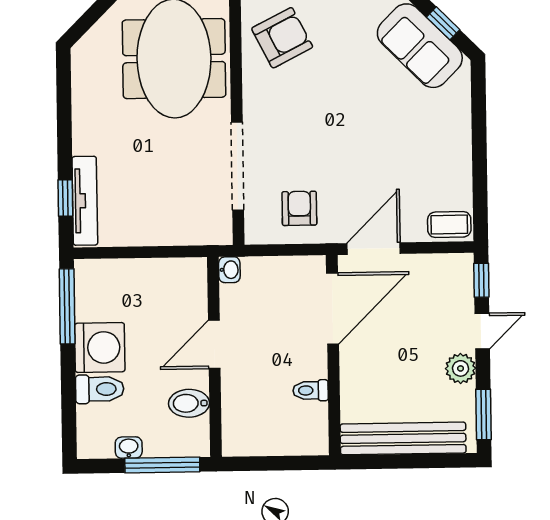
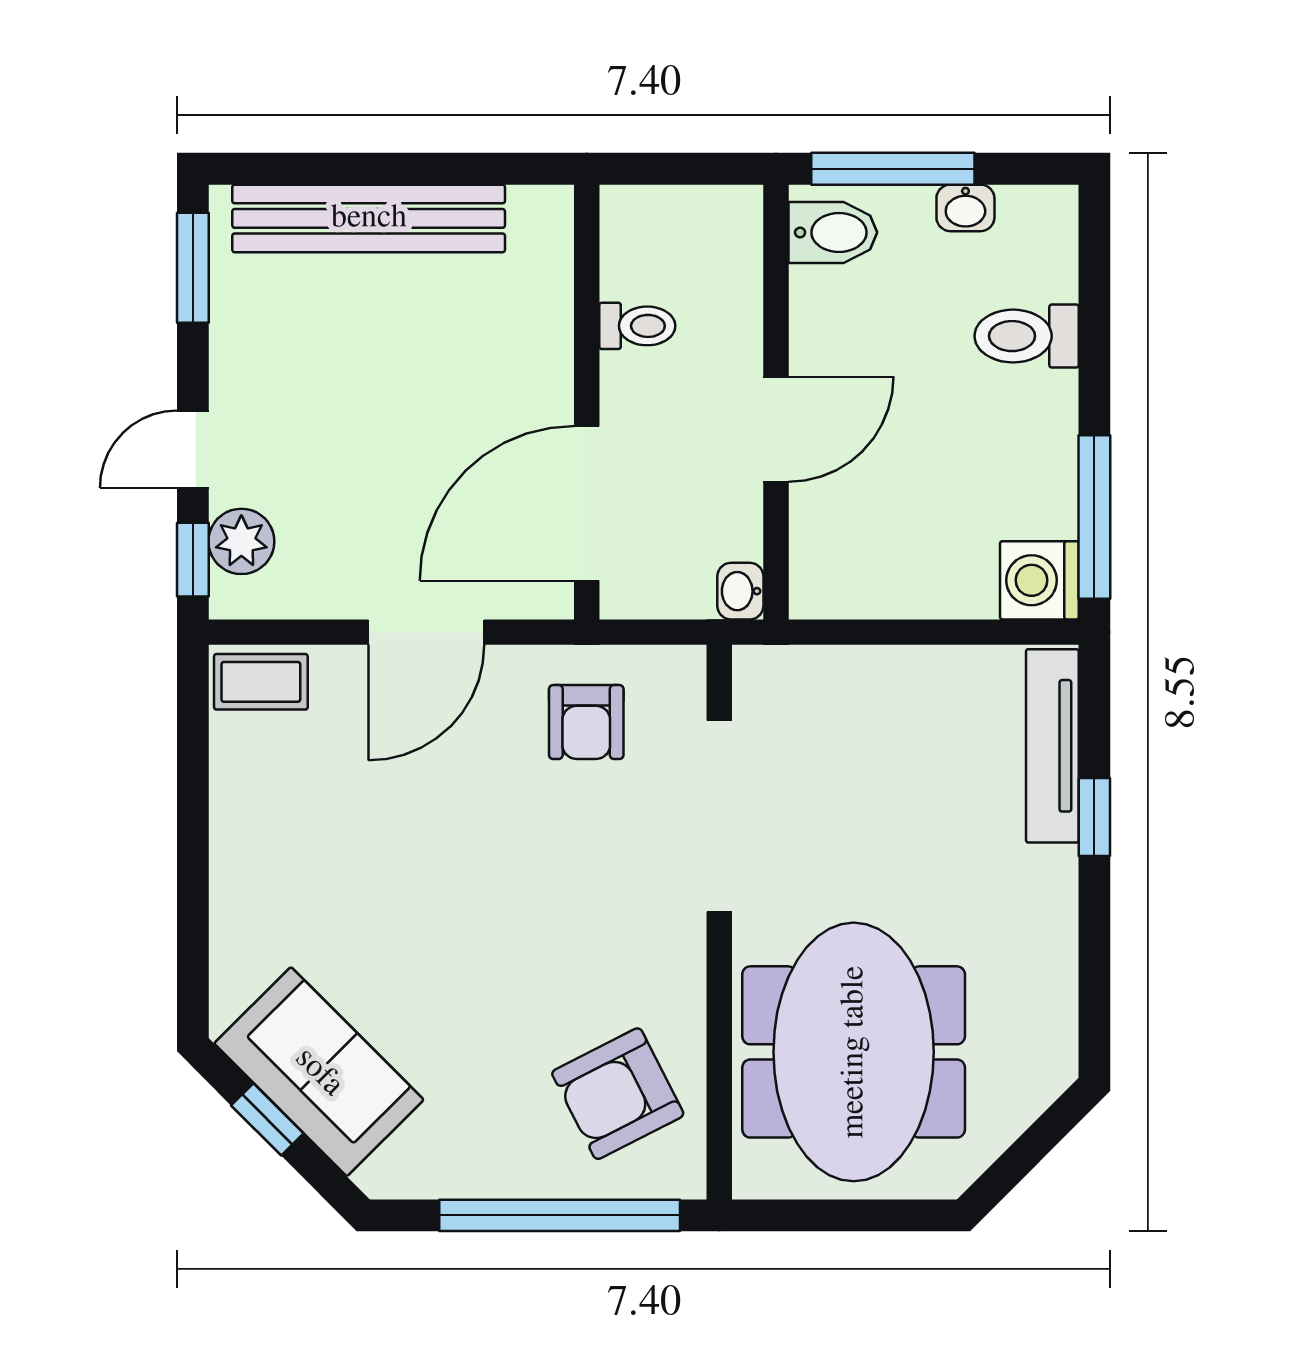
window: (65, 198) -> (1094, 817), moved
door: (333, 308) -> (587, 503), moved
washing machine: (100, 347) -> (1039, 580), moved, width x0.73, depth x0.73
wall: (333, 355) -> (587, 402), moved
plant: (461, 368) -> (241, 541), moved
toilet: (311, 390) -> (637, 326), moved
bidet: (189, 403) -> (833, 232), moved

